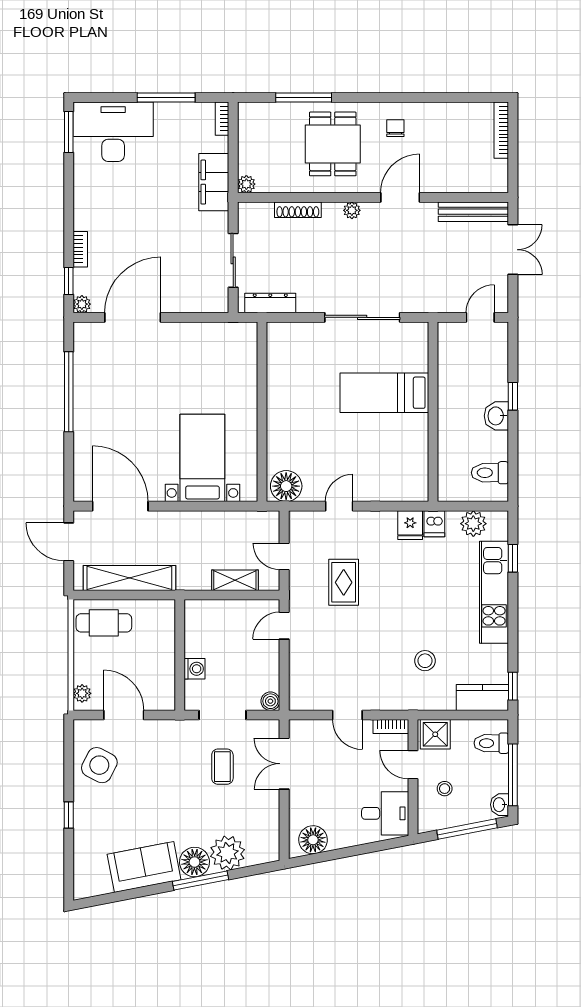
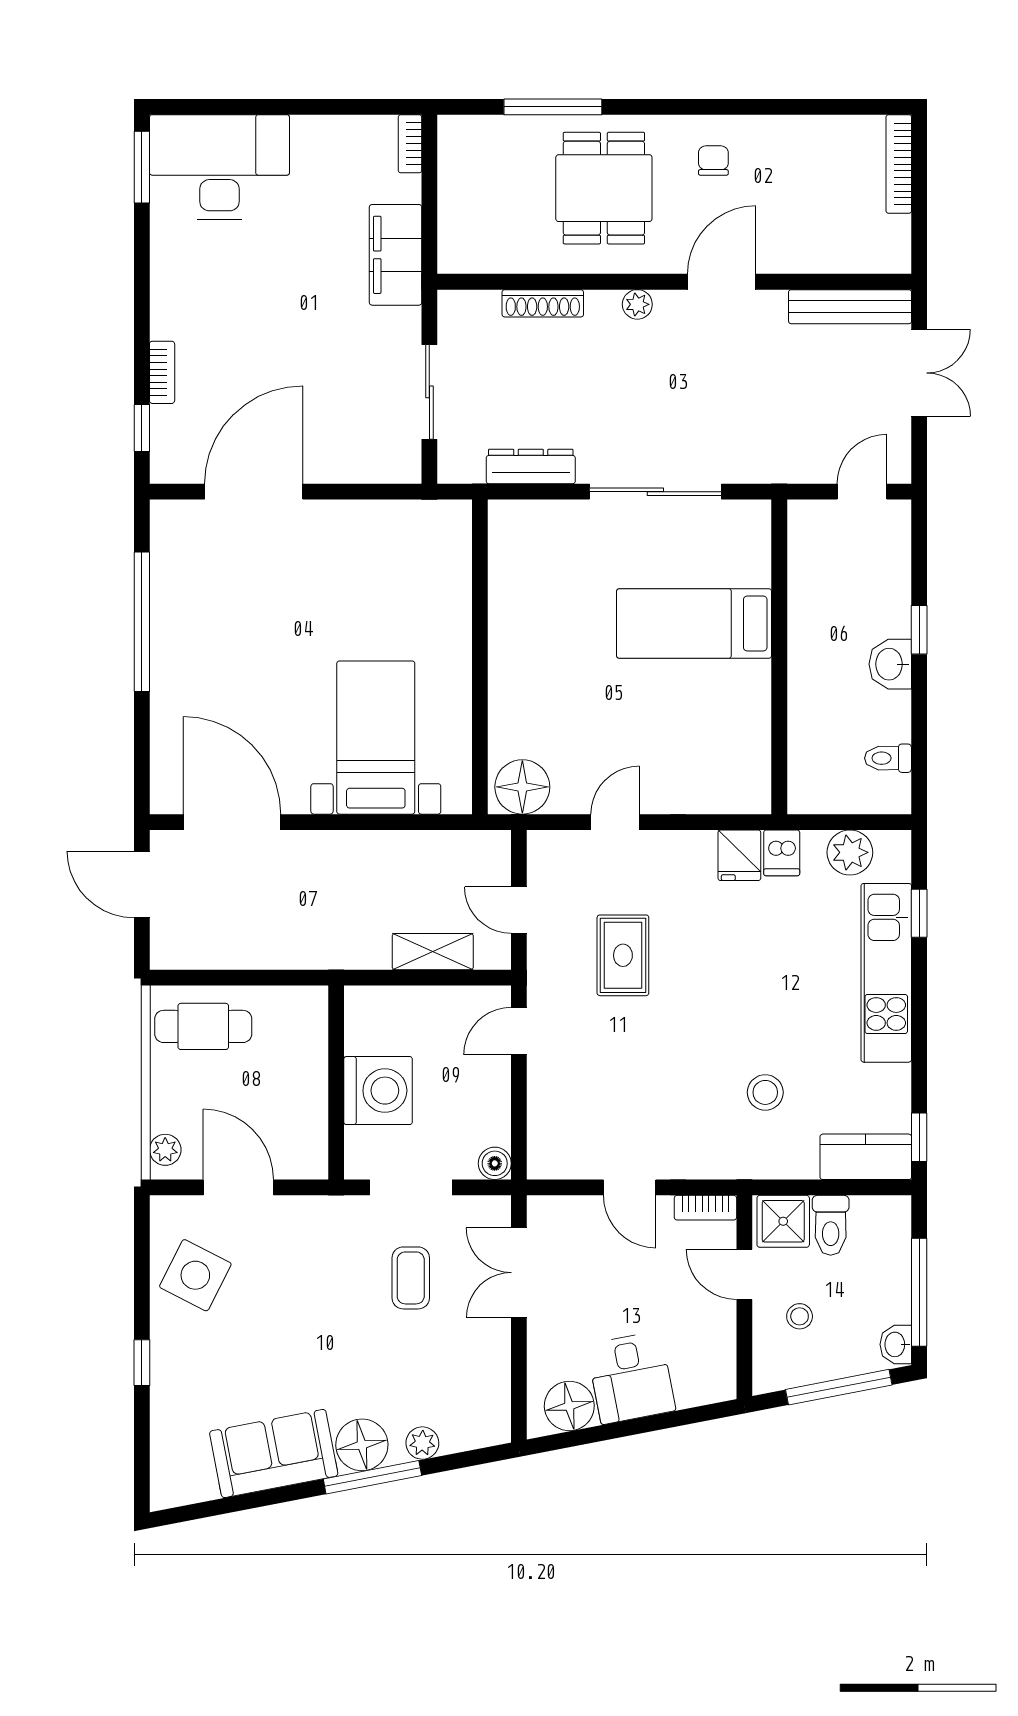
window: (166, 97) -> (312, 107), removed
plant: (246, 184) -> (453, 258), removed
dresser: (270, 303) -> (531, 466), moved
plant: (82, 304) -> (165, 469), removed
toilet: (490, 473) -> (888, 758), width x0.73, depth x0.72
shelving: (129, 578) -> (248, 948), removed
washing machine: (195, 669) -> (378, 1091), width x1.89, depth x1.89
toilet: (491, 743) -> (831, 1225), moved, turned -90
desk: (385, 813) -> (631, 1378), moved, turned 79
plant: (227, 853) -> (422, 1443), width x0.53, depth x0.53

